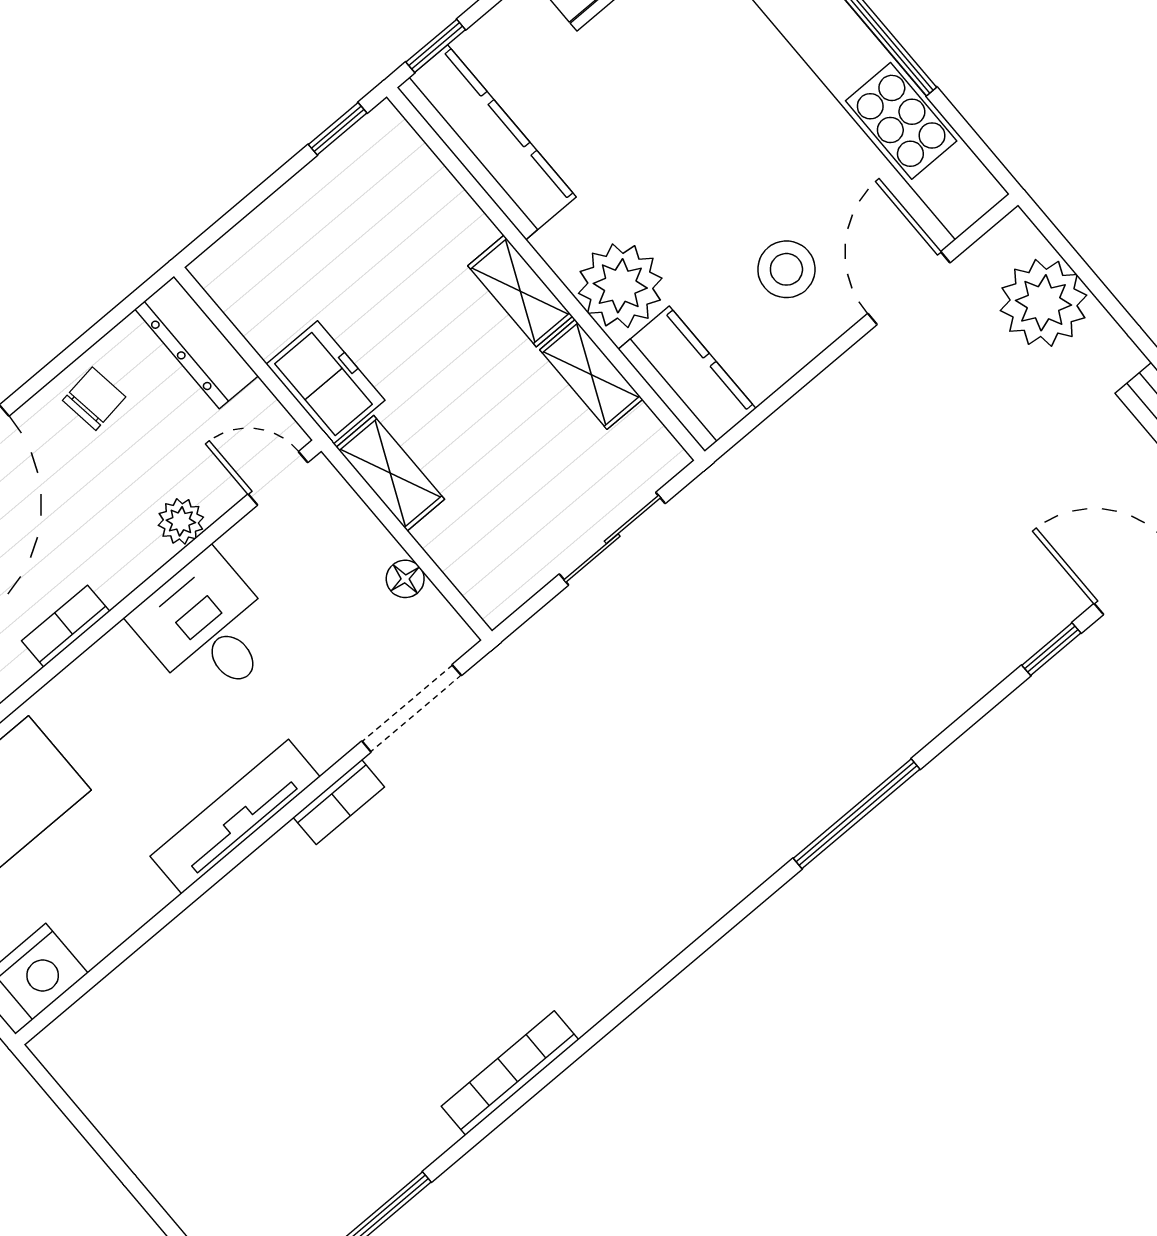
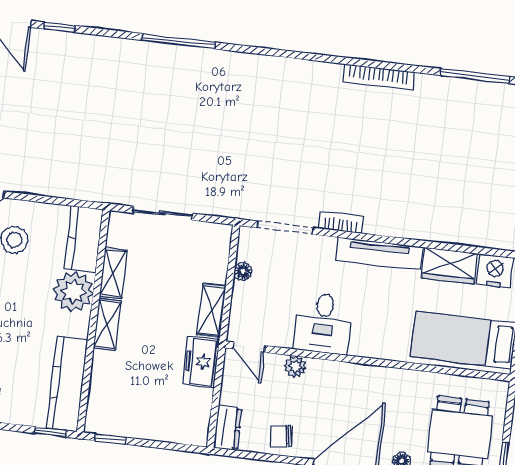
dresser: (197, 342) -> (228, 428), width x0.70
bookcase: (66, 626) -> (368, 373), removed
wardrobe: (114, 908) -> (449, 266), added

